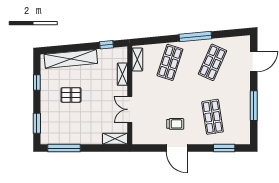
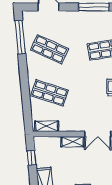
window: (195, 37) -> (20, 37), moved
shelving: (122, 74) -> (73, 142), moved

